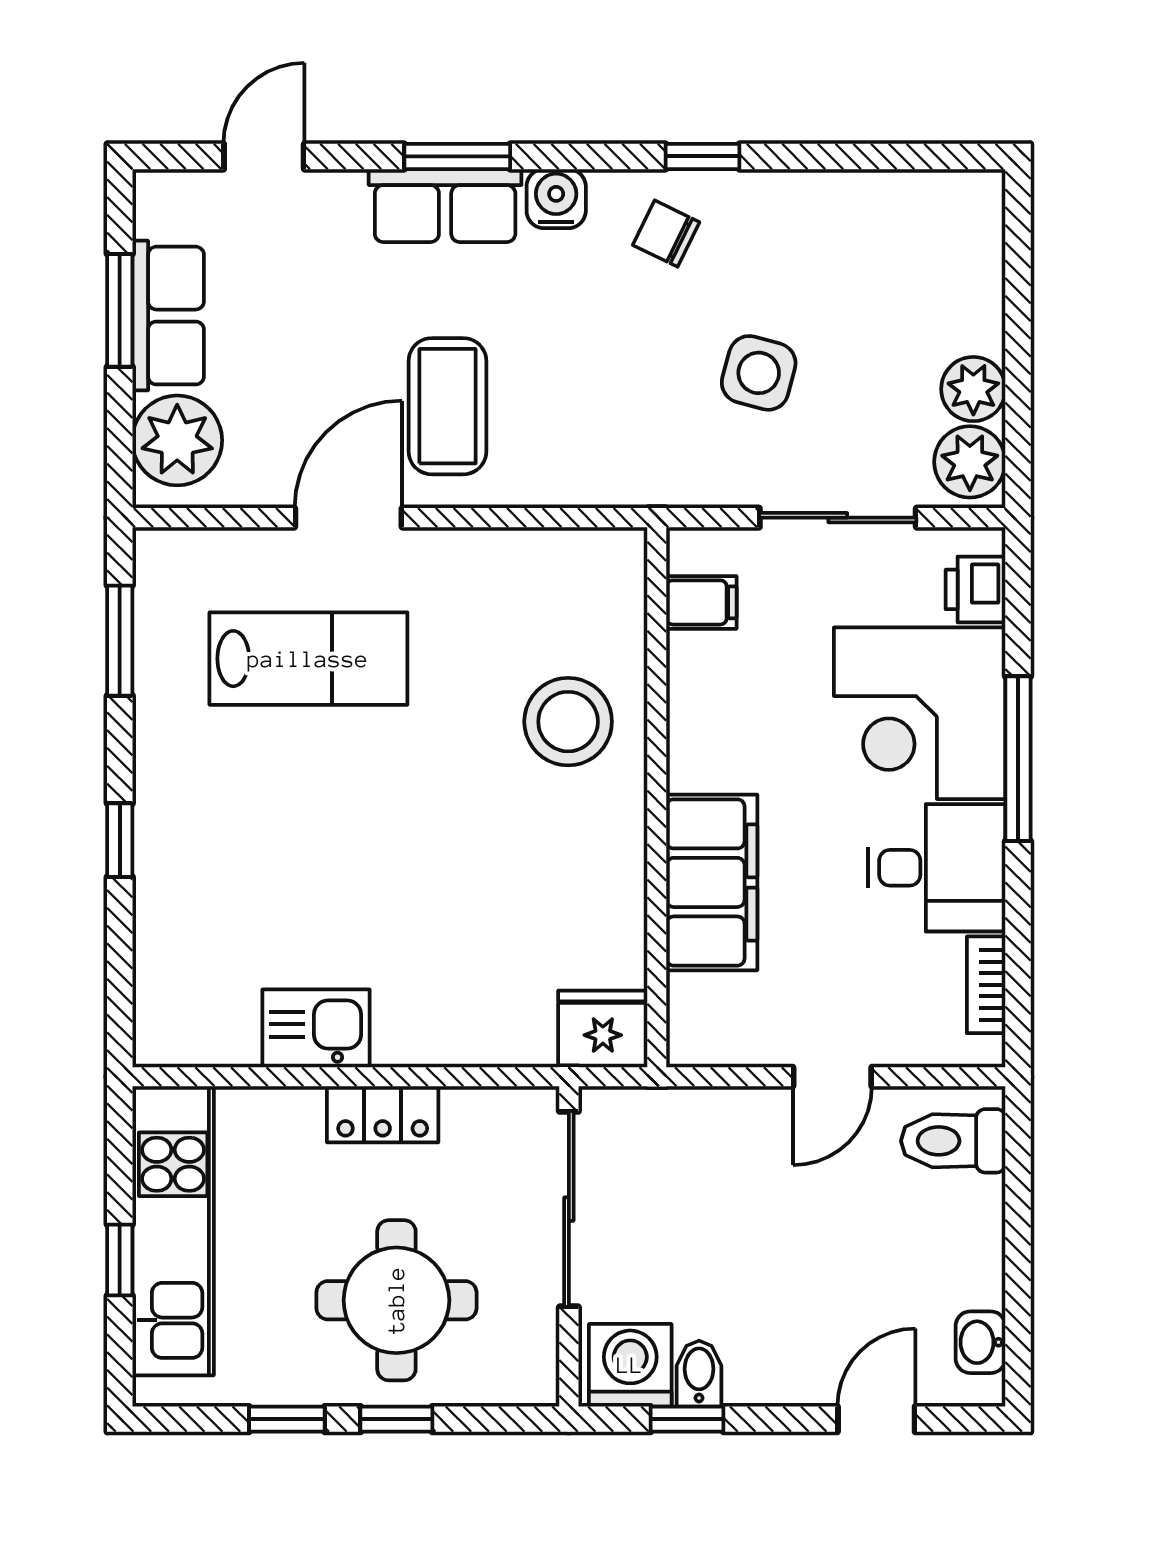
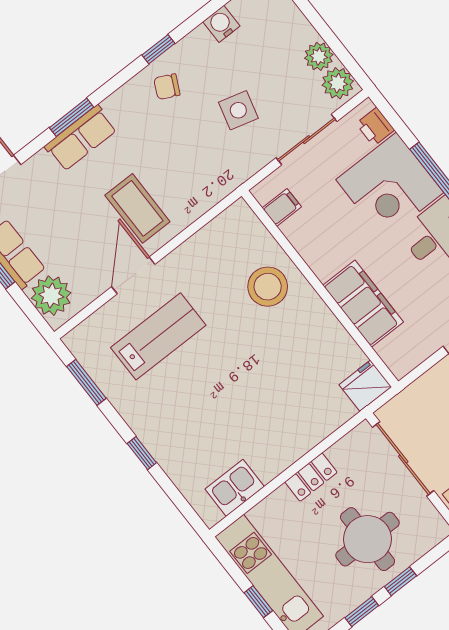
water cooler: (556, 199) -> (221, 24), moved
kitchen sink: (316, 1028) -> (235, 488), moved

